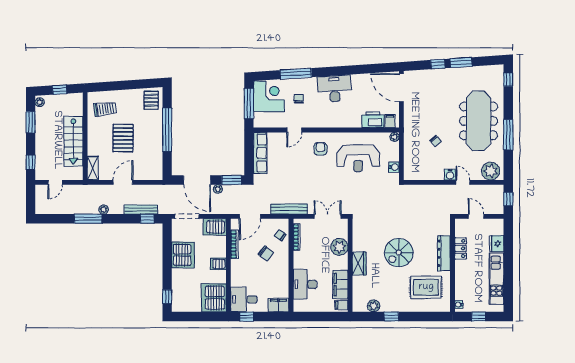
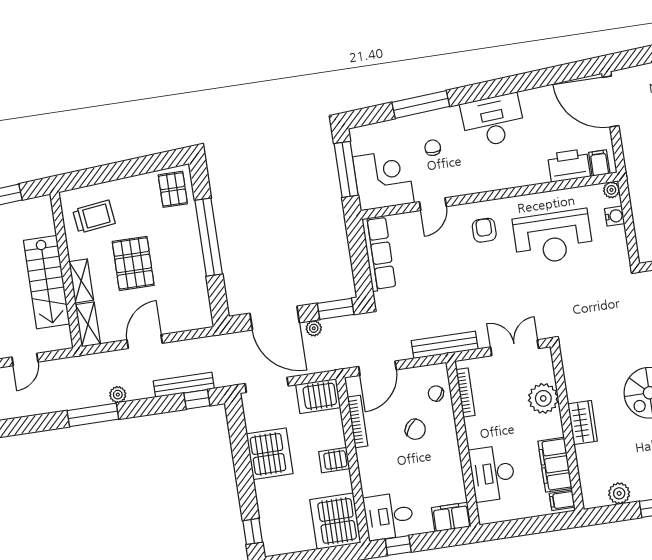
corner desk: (269, 96) -> (383, 180), moved
shelving: (93, 143) -> (81, 281), added
water cooler: (394, 167) -> (615, 216), moved

